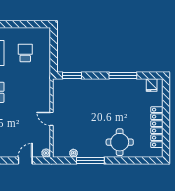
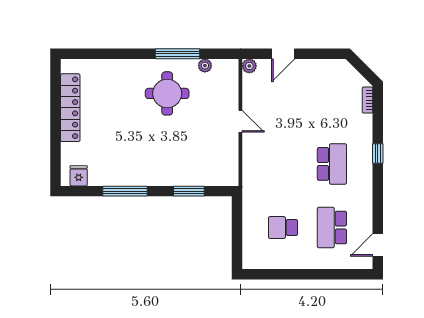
school desk: (25, 53) -> (283, 228), turned 90
window: (72, 76) -> (189, 191), moved
round table: (120, 142) -> (167, 93), moved

